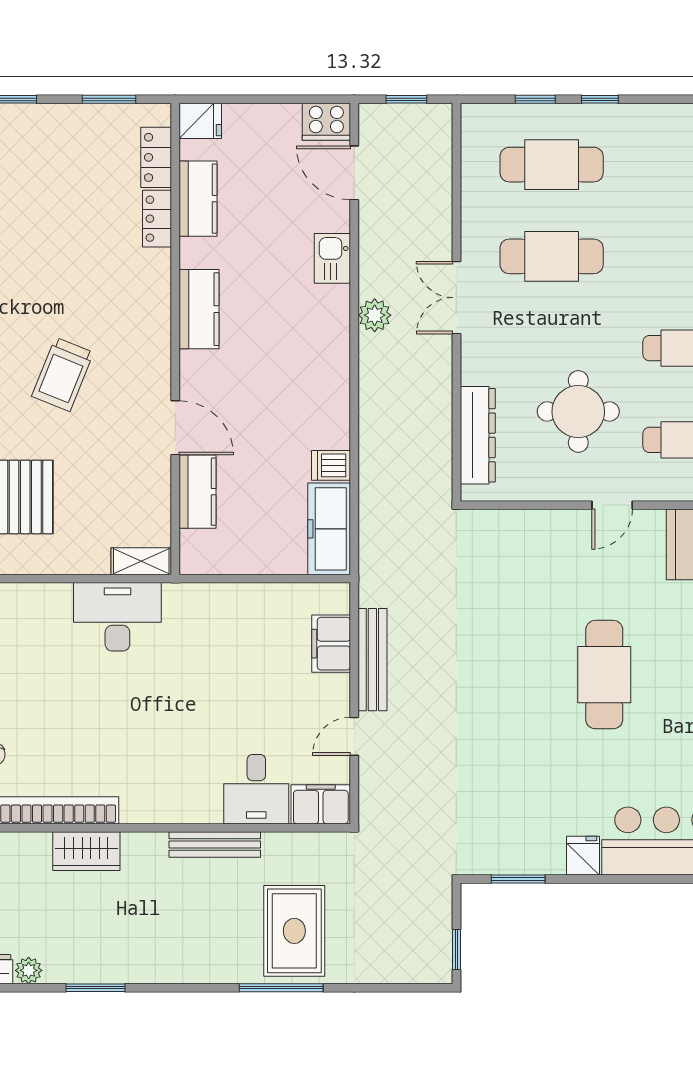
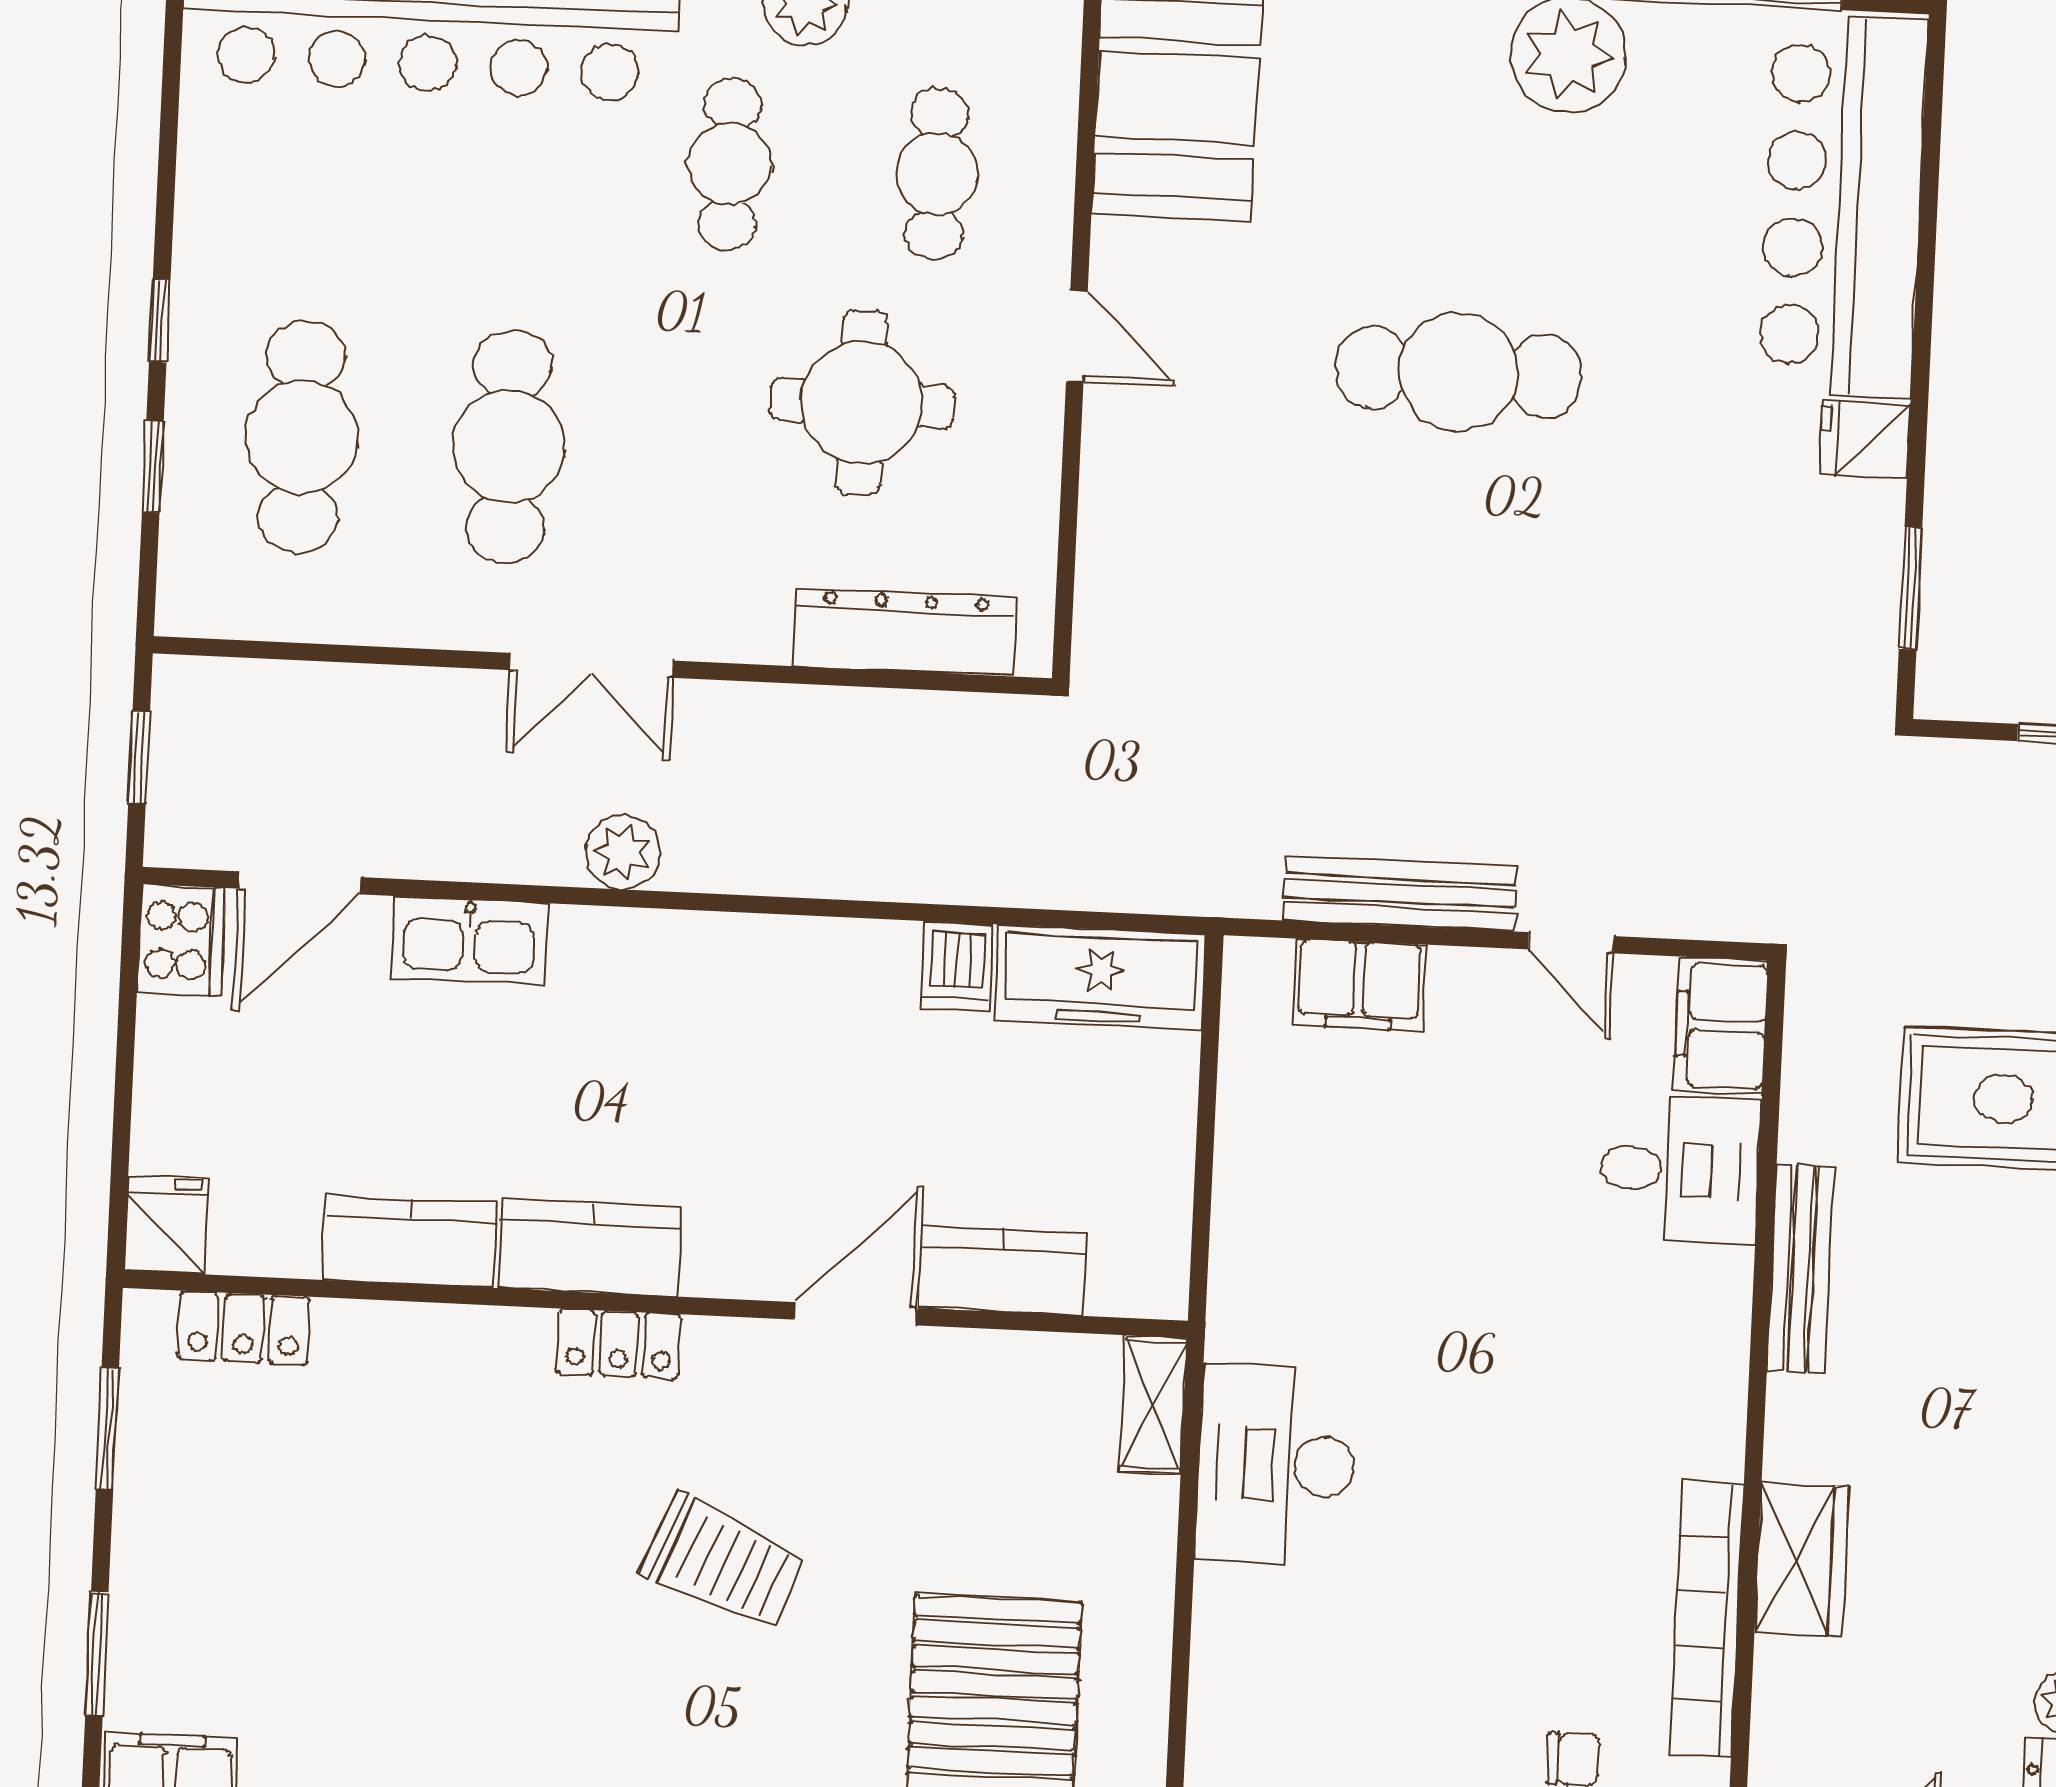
kitchen counter: (198, 199) -> (410, 1241), moved
locker: (157, 219) -> (619, 1344), moved
kitchen sink: (332, 258) -> (469, 940), width x1.38

